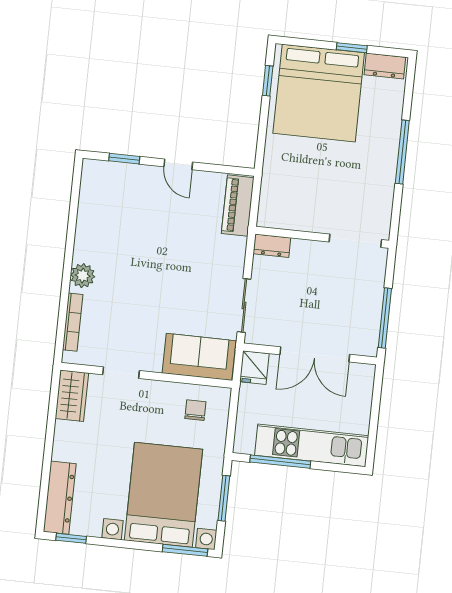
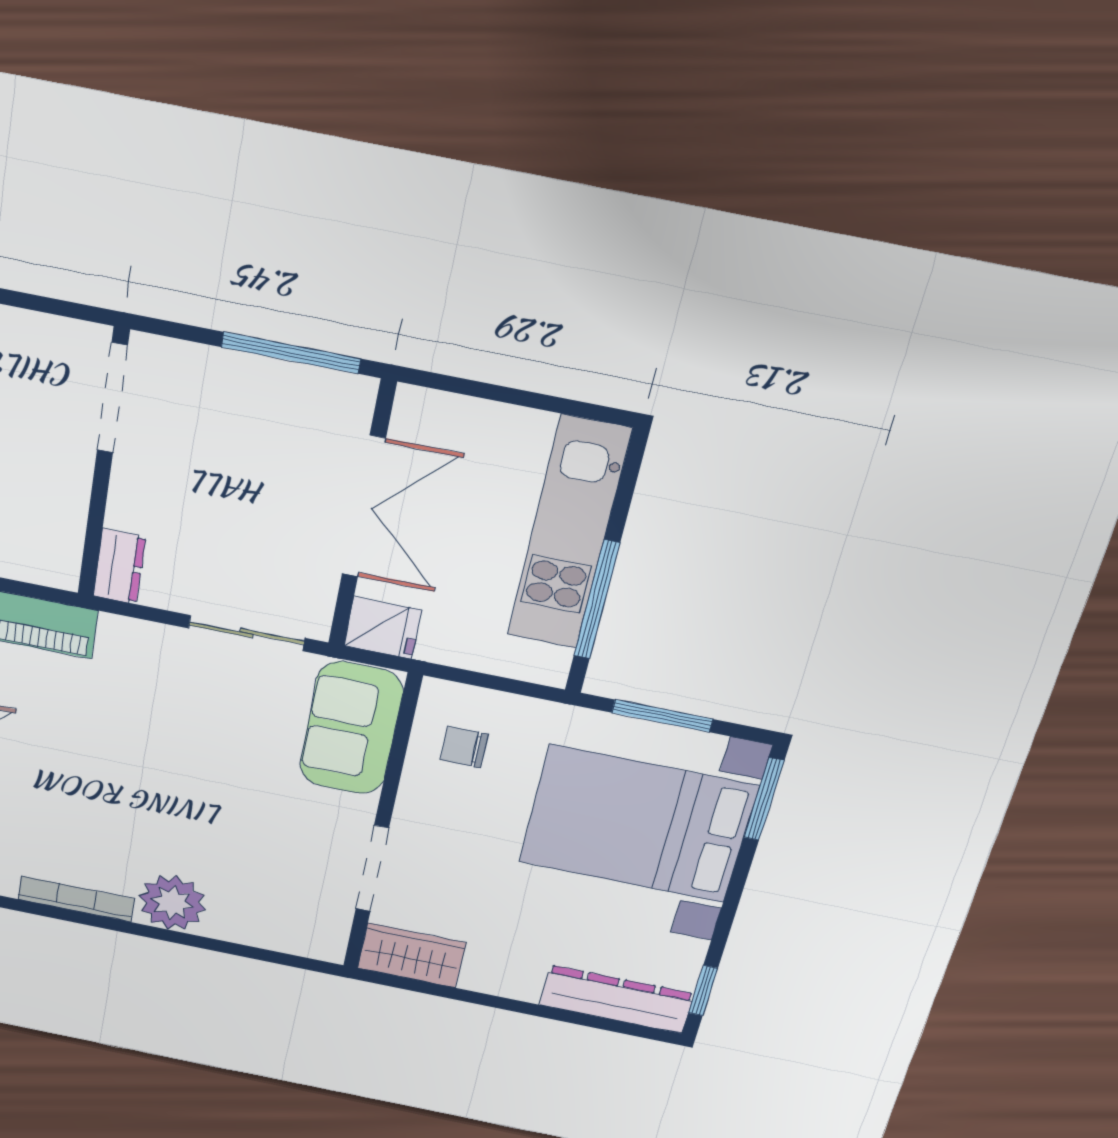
plant: (83, 276) -> (172, 903), width x1.36, depth x1.36
bookcase: (73, 322) -> (76, 899), moved
doorway: (121, 373) -> (372, 869), width x1.38

